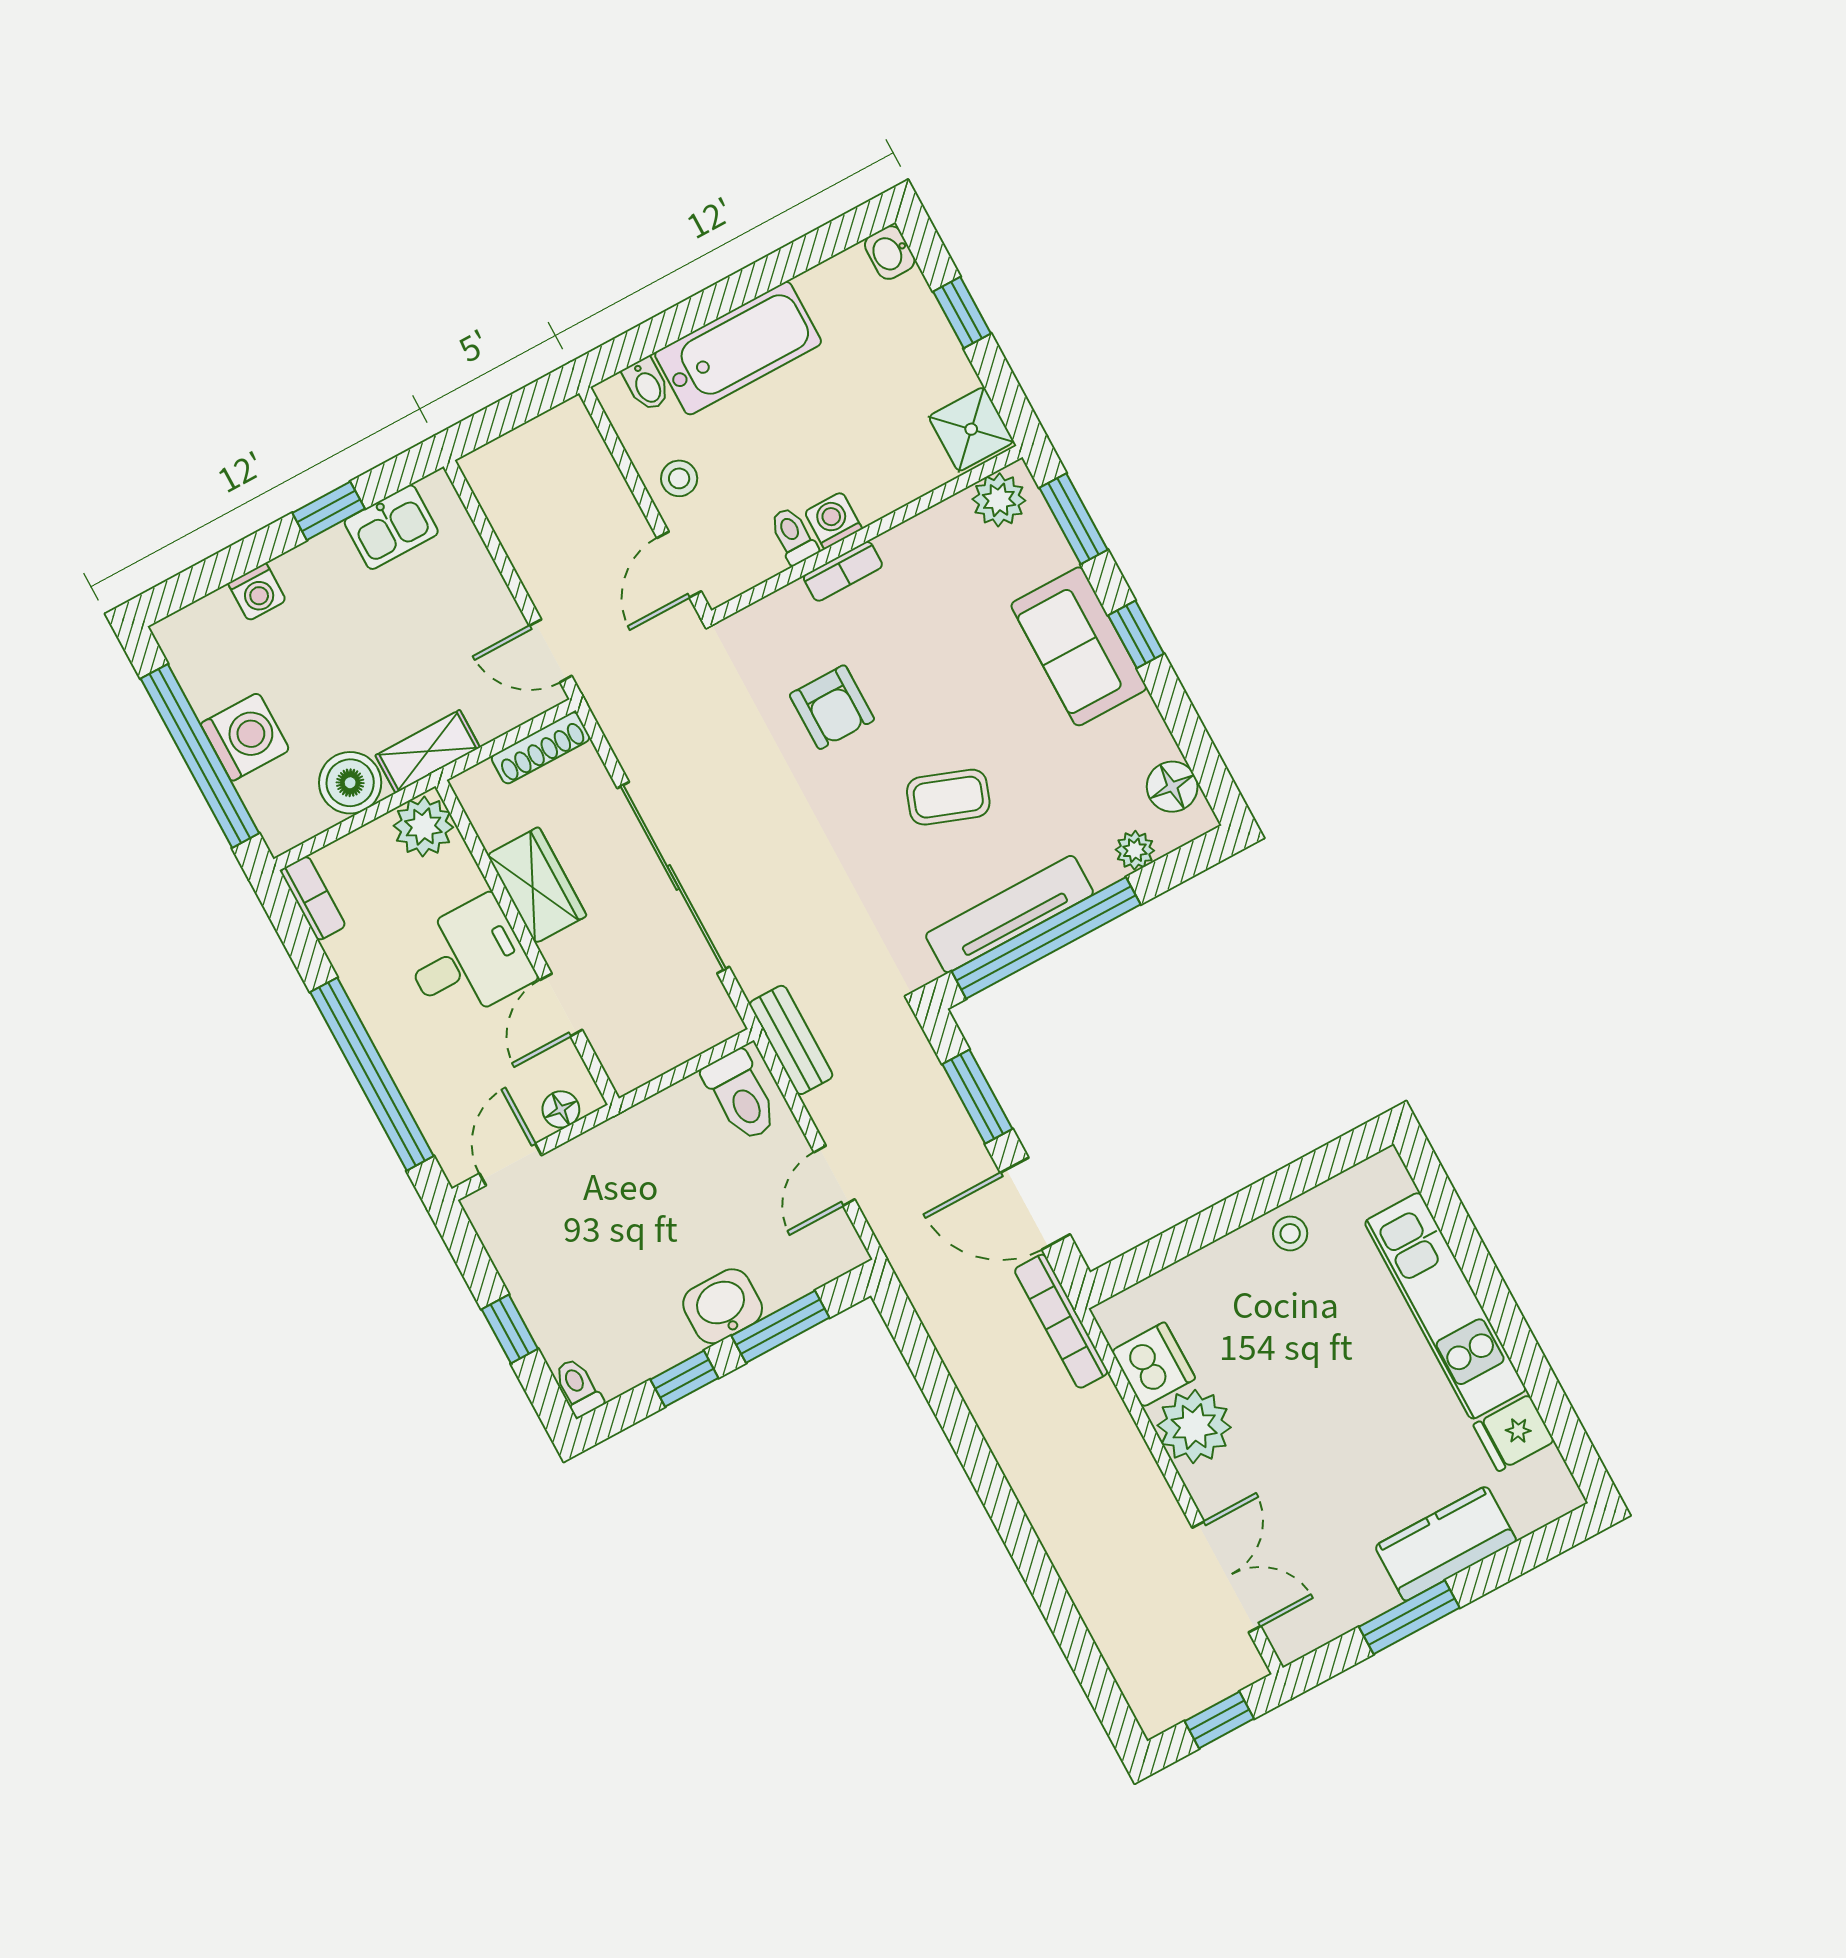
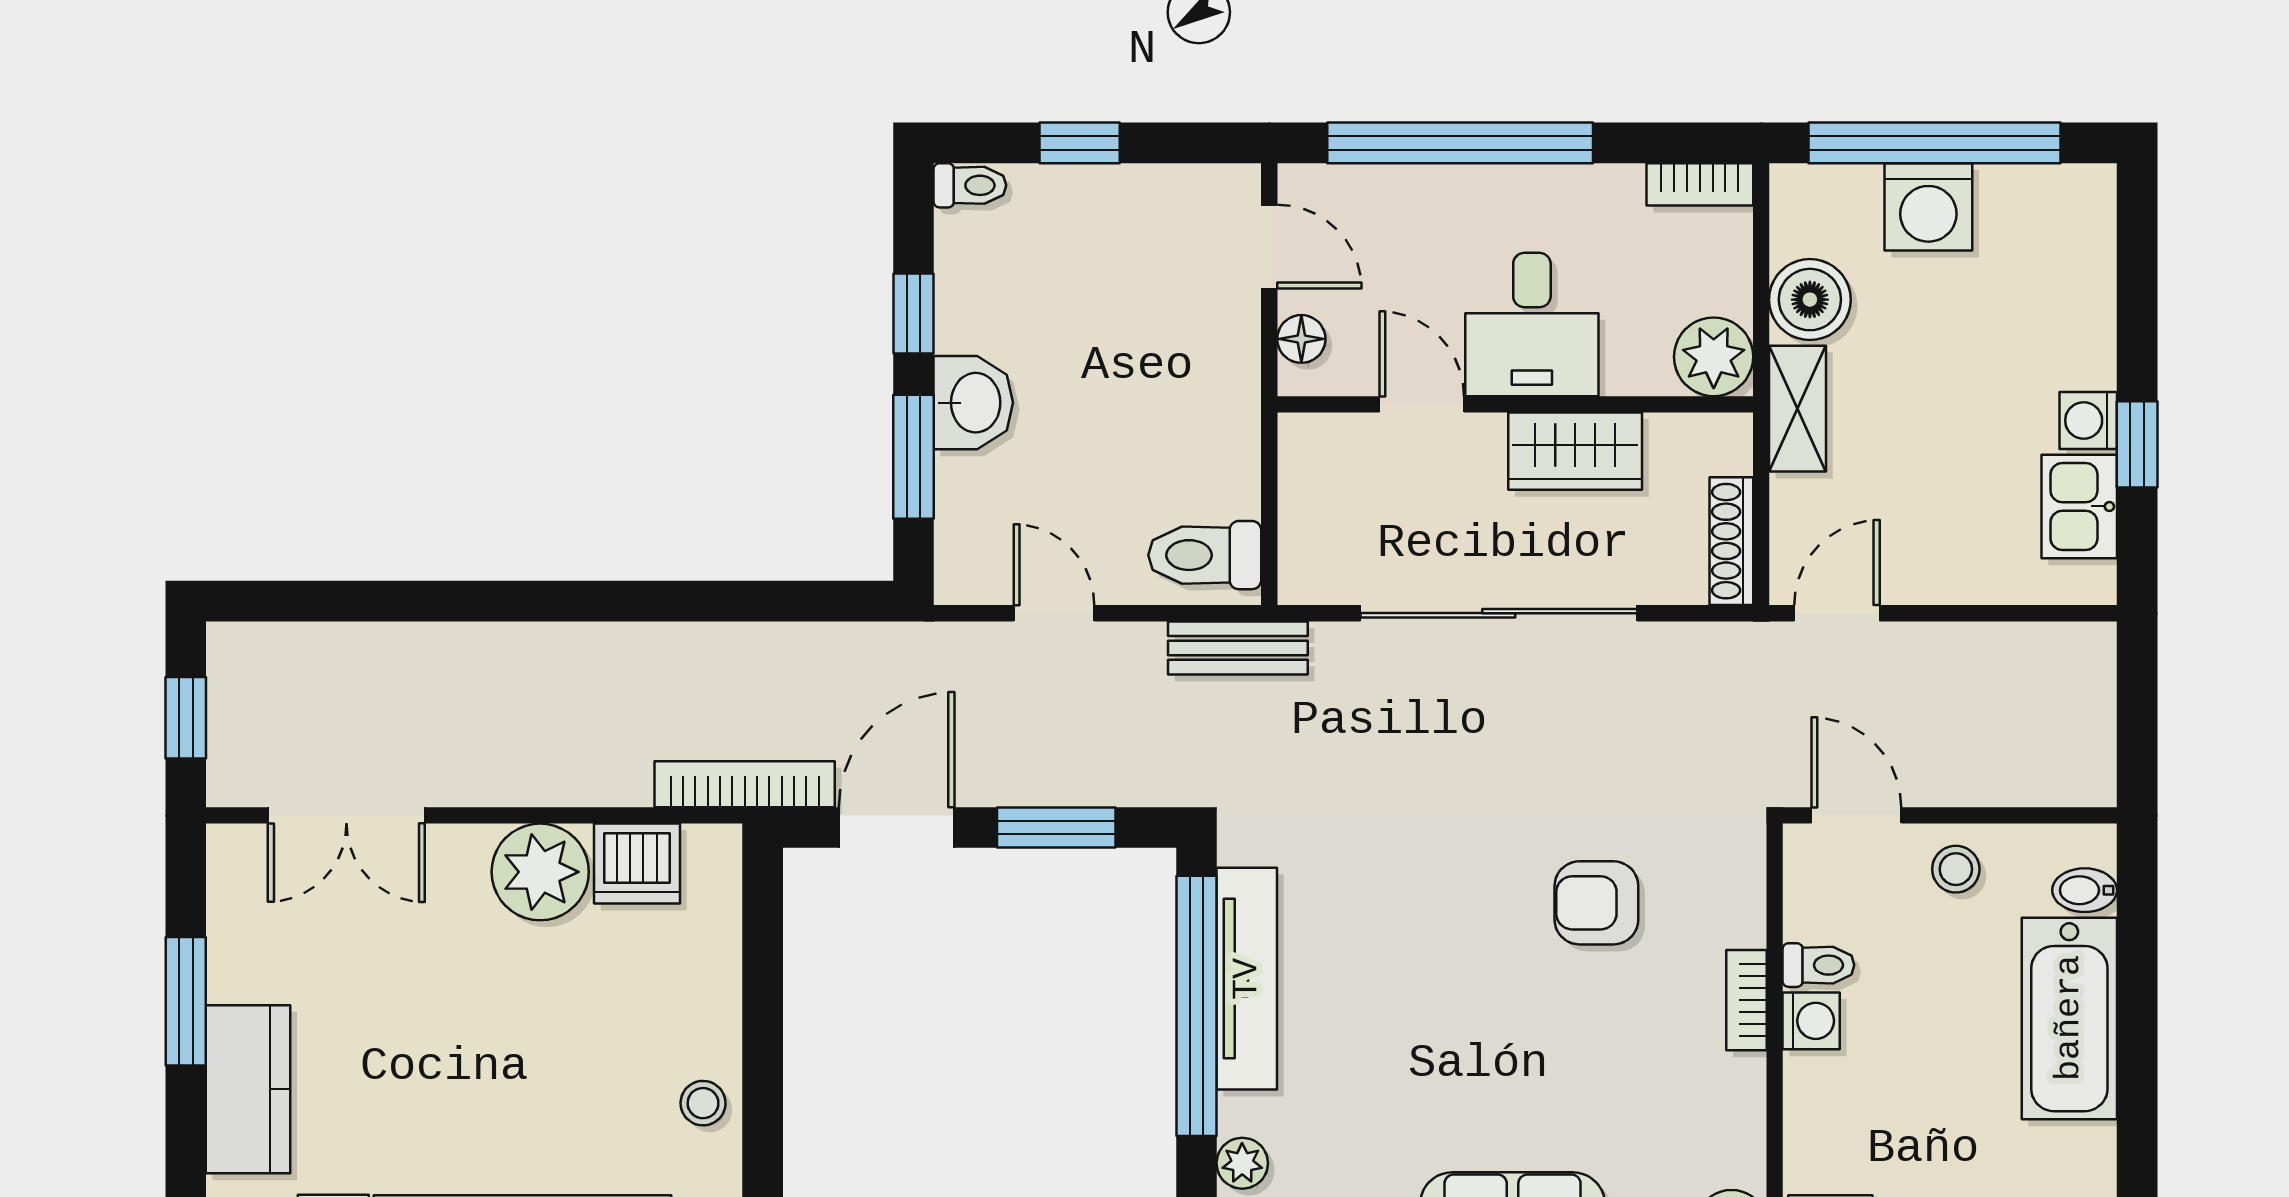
washing machine: (257, 592) -> (2088, 420), moved
coffee table: (948, 797) -> (1420, 981), removed

